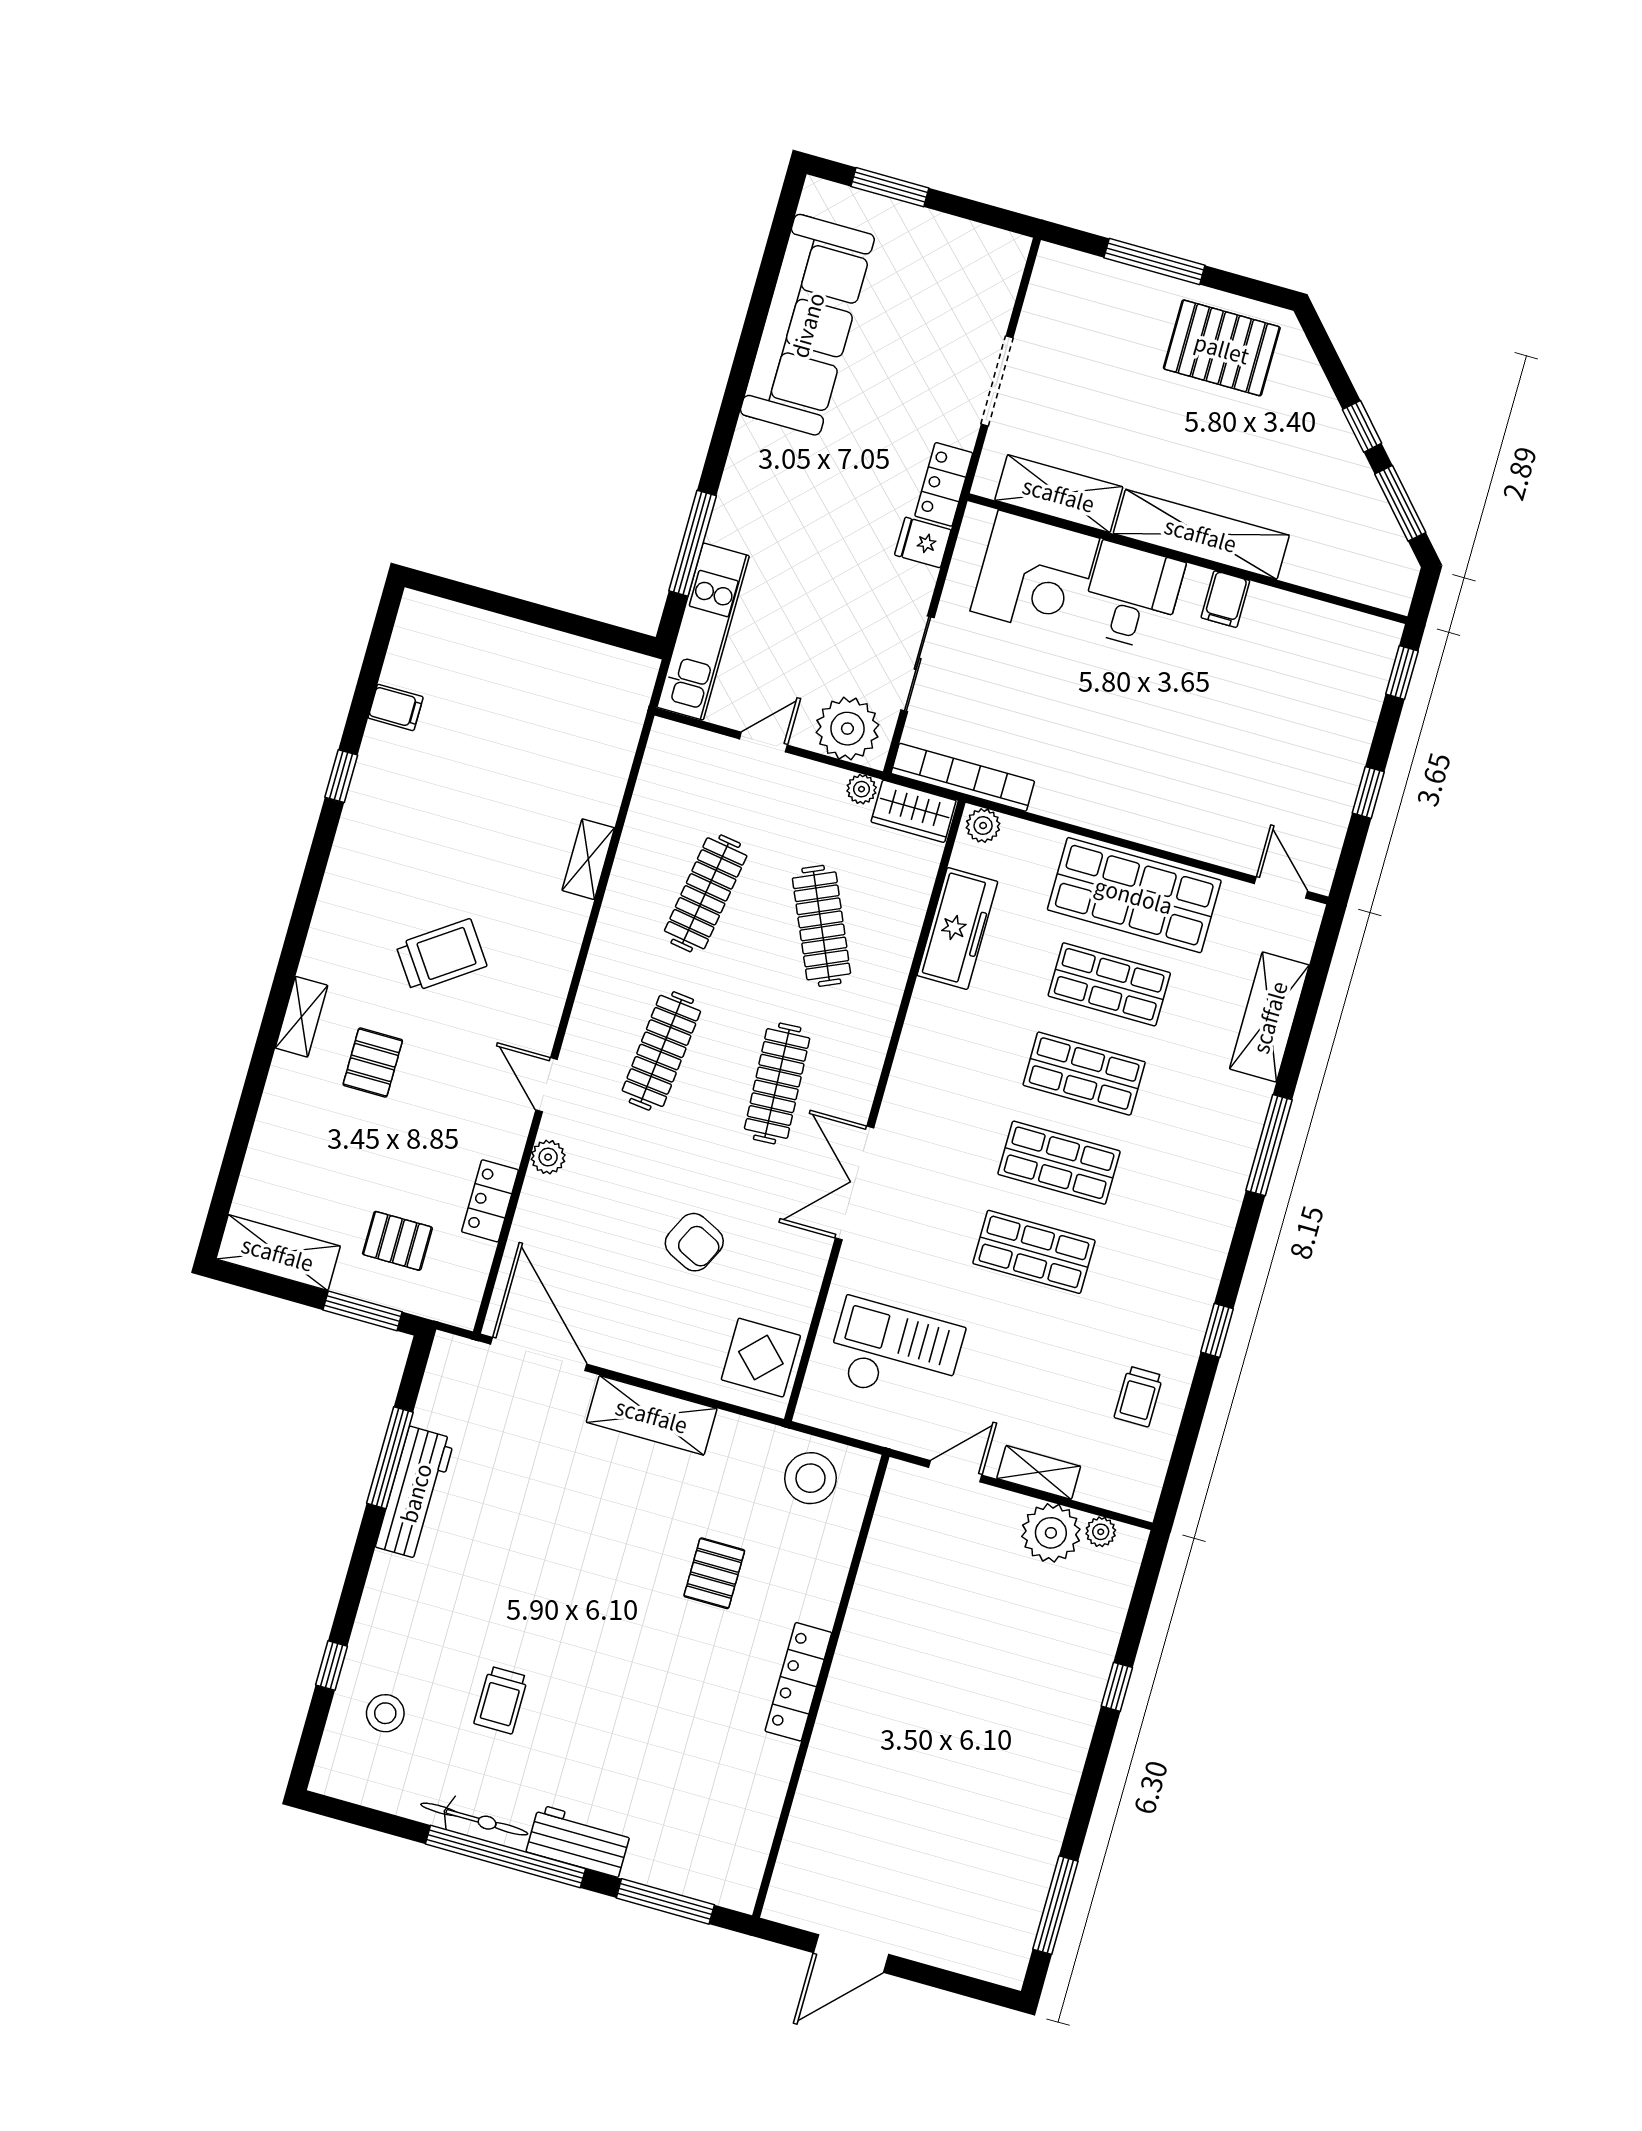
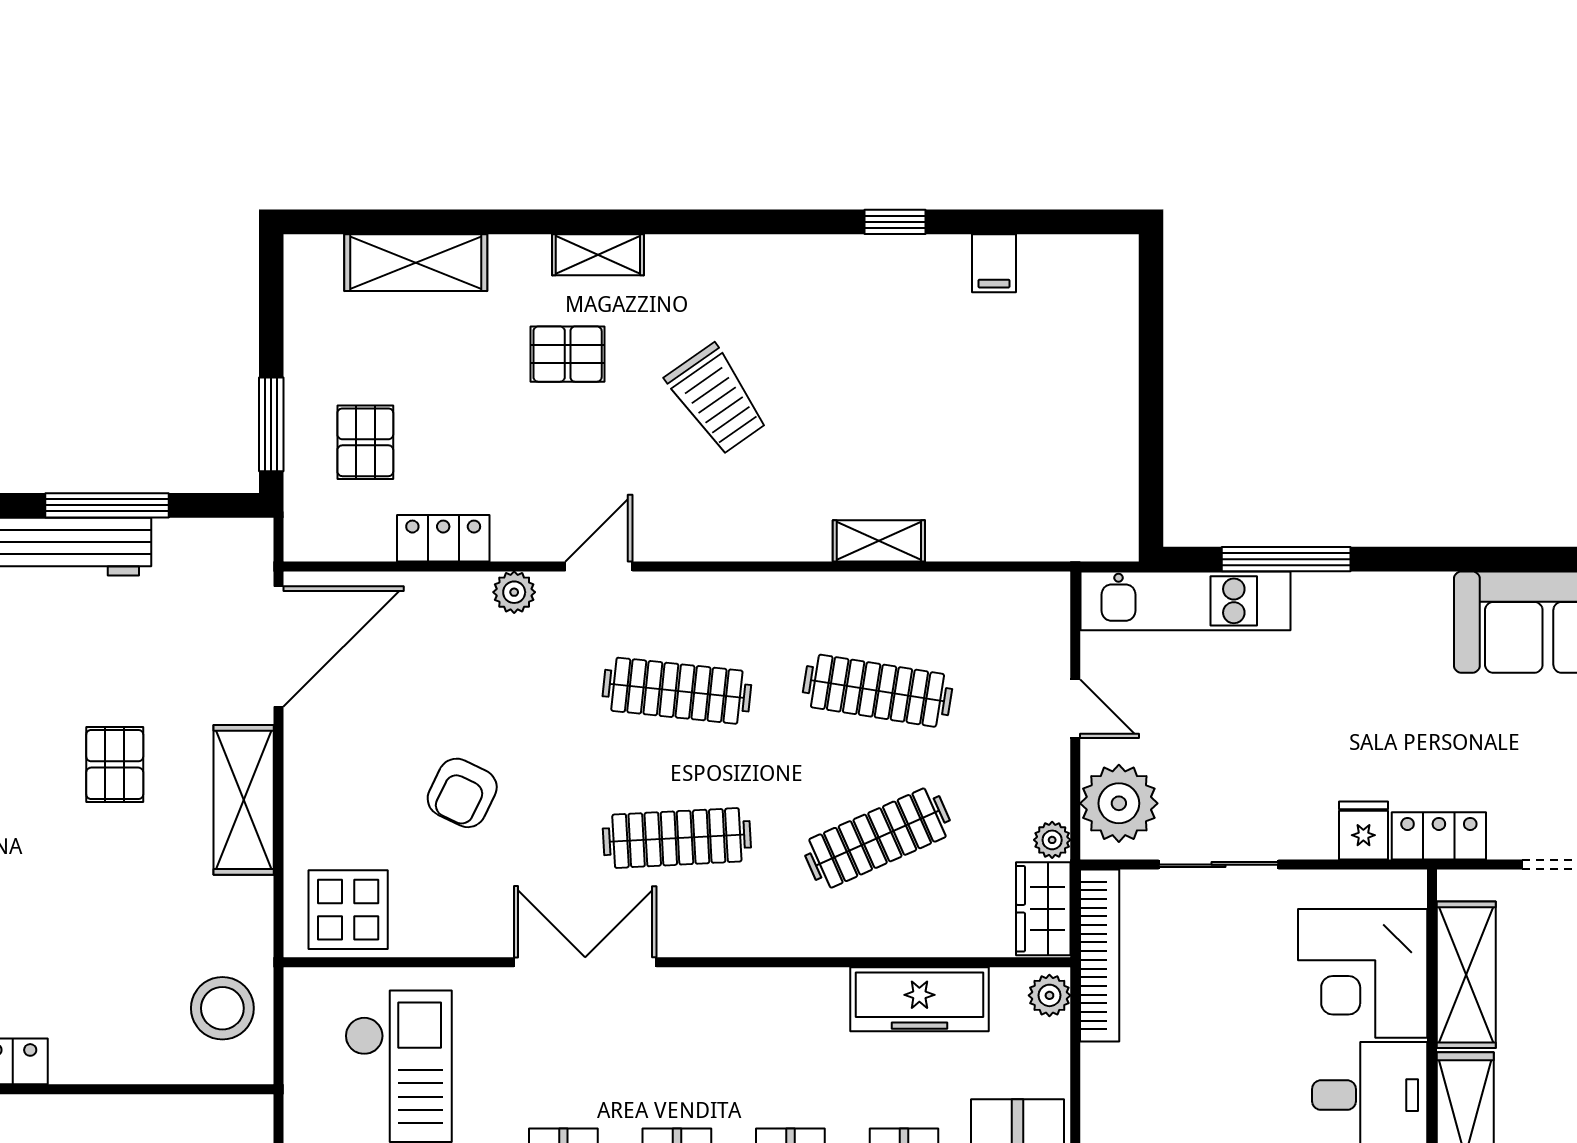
shelving: (278, 1253) -> (416, 263), moved, turned 90
pallet: (714, 1573) -> (115, 764), moved, turned 90

